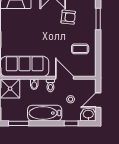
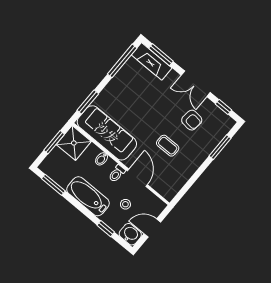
coffee table: (80, 49) -> (168, 146), moved

